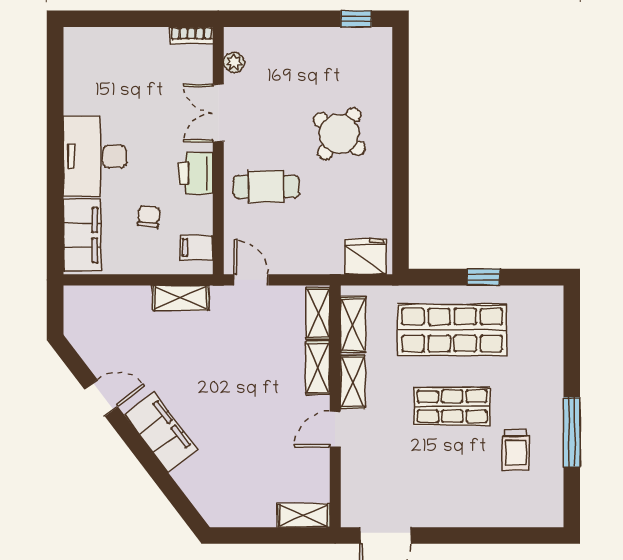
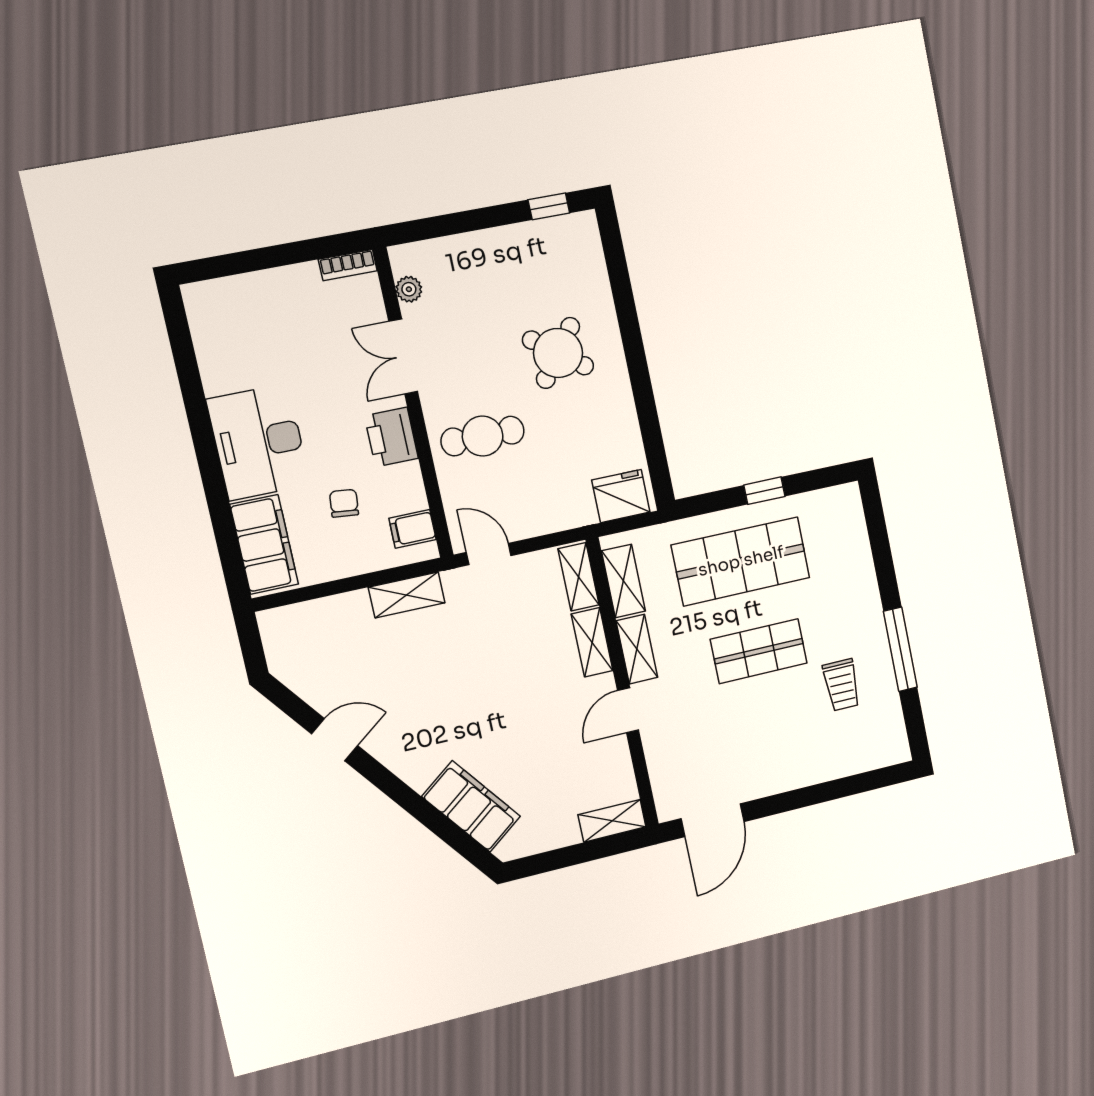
filing cabinet: (161, 432) -> (471, 806), moved

